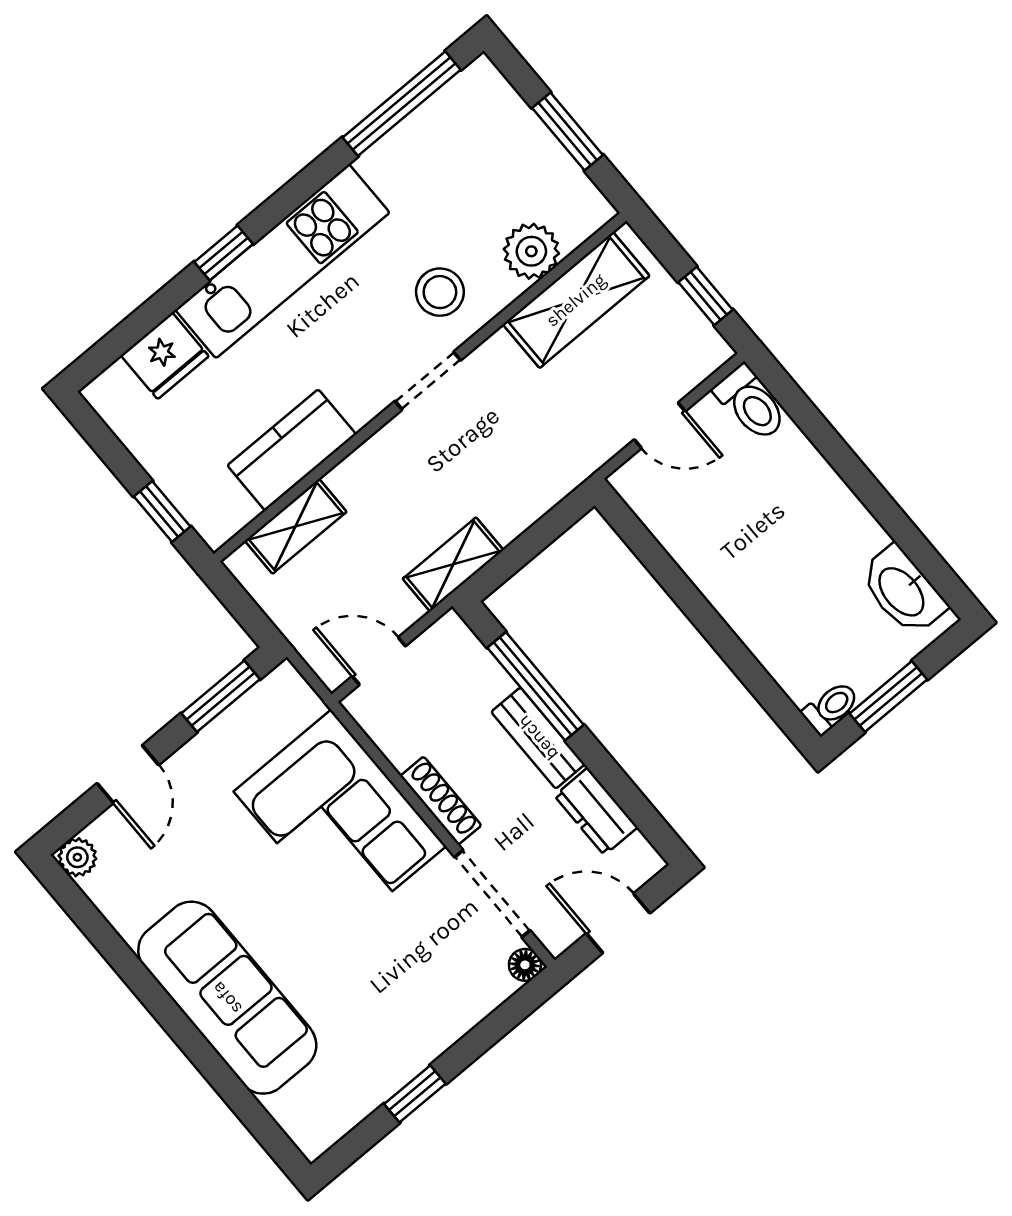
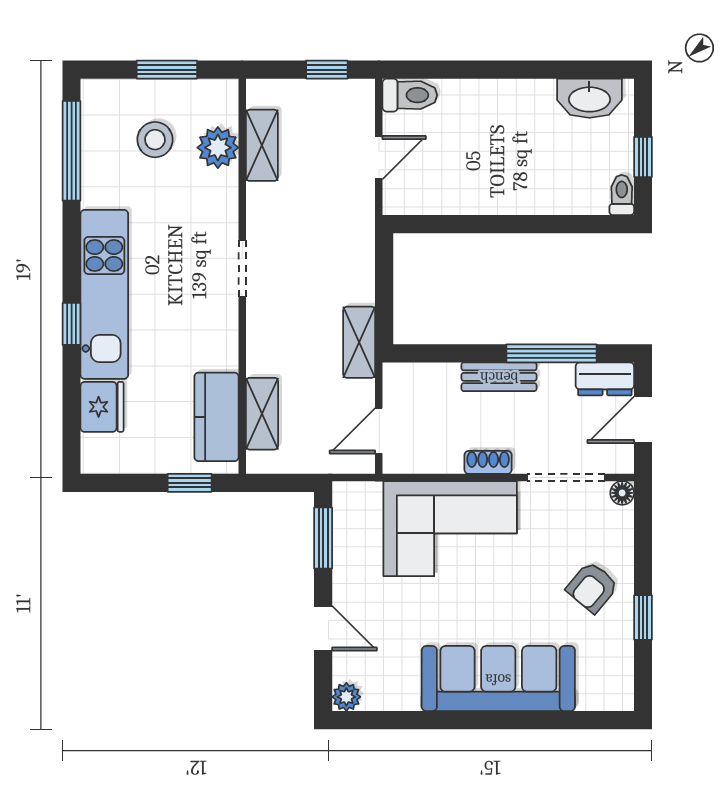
stool: (440, 292) -> (155, 140), moved
shelving: (576, 300) -> (262, 145), width x0.67, depth x0.75
kitchen counter: (292, 450) -> (217, 417), moved
window: (536, 686) -> (551, 353), moved
window: (888, 696) -> (643, 157), width x0.67
shoe rack: (441, 801) -> (488, 462), width x0.70
dresser: (596, 811) -> (605, 379), moved
armchair: (402, 1016) -> (592, 587), added

